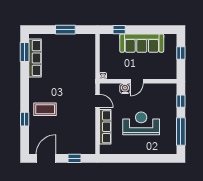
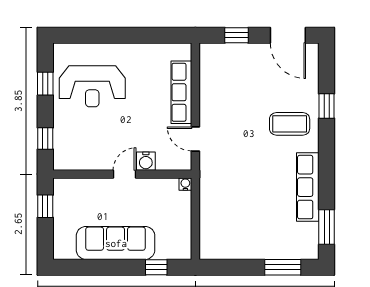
window: (65, 30) -> (283, 267), moved
window: (181, 53) -> (45, 206), moved
row of seats: (35, 58) -> (308, 187), moved
reception desk: (141, 123) -> (92, 86), moved
window: (181, 132) -> (45, 84), width x0.46
door: (46, 158) -> (288, 35), hinge flipped

